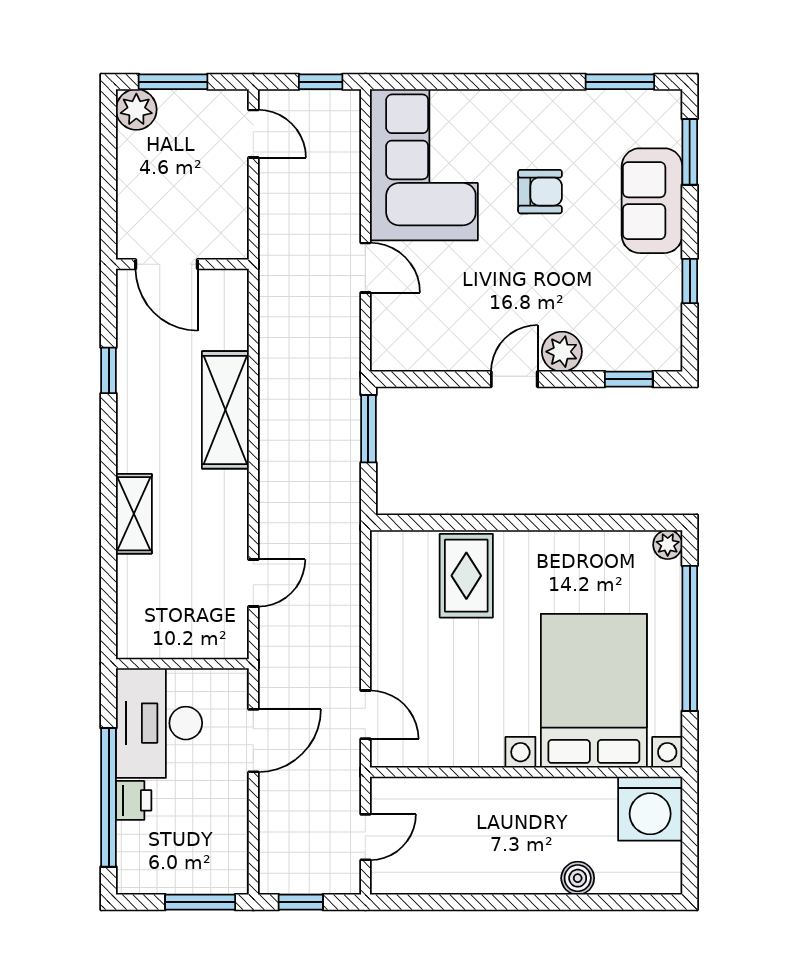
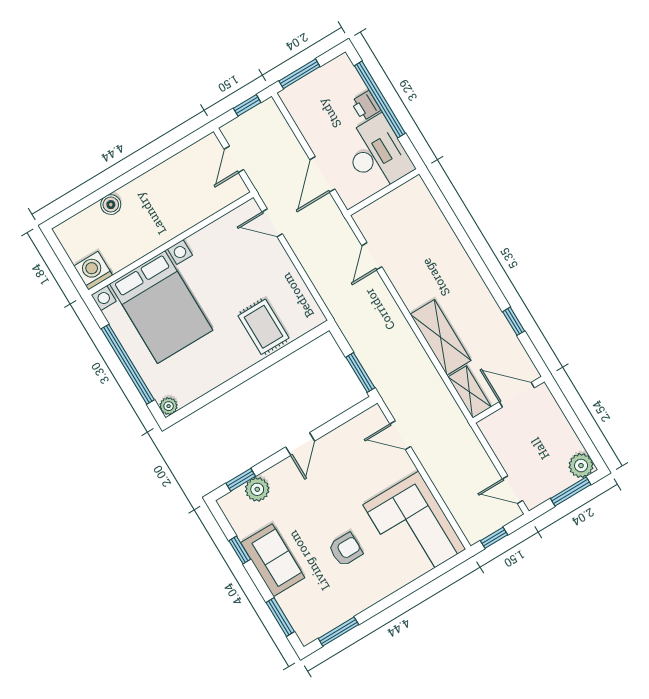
armchair: (540, 192) -> (346, 549), turned 180
sofa: (652, 201) -> (273, 560), moved
door: (365, 268) -> (400, 435), moved
plant: (562, 352) -> (257, 489), moved
shelving: (134, 514) -> (469, 392), moved
washing machine: (650, 809) -> (93, 271), width x0.73, depth x0.73

